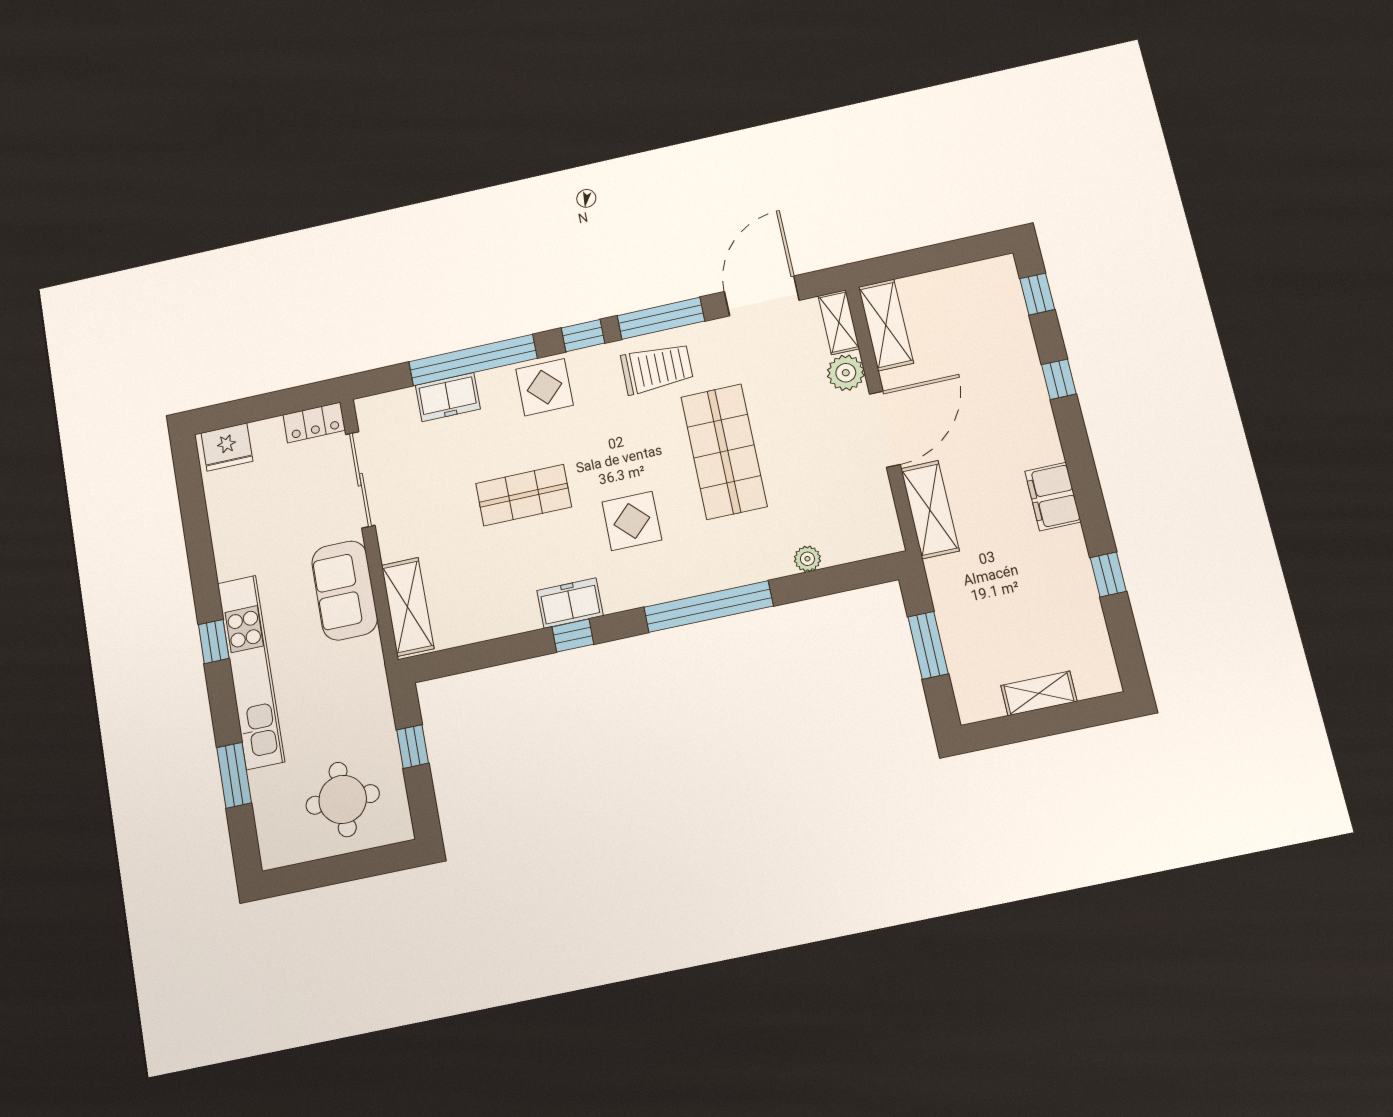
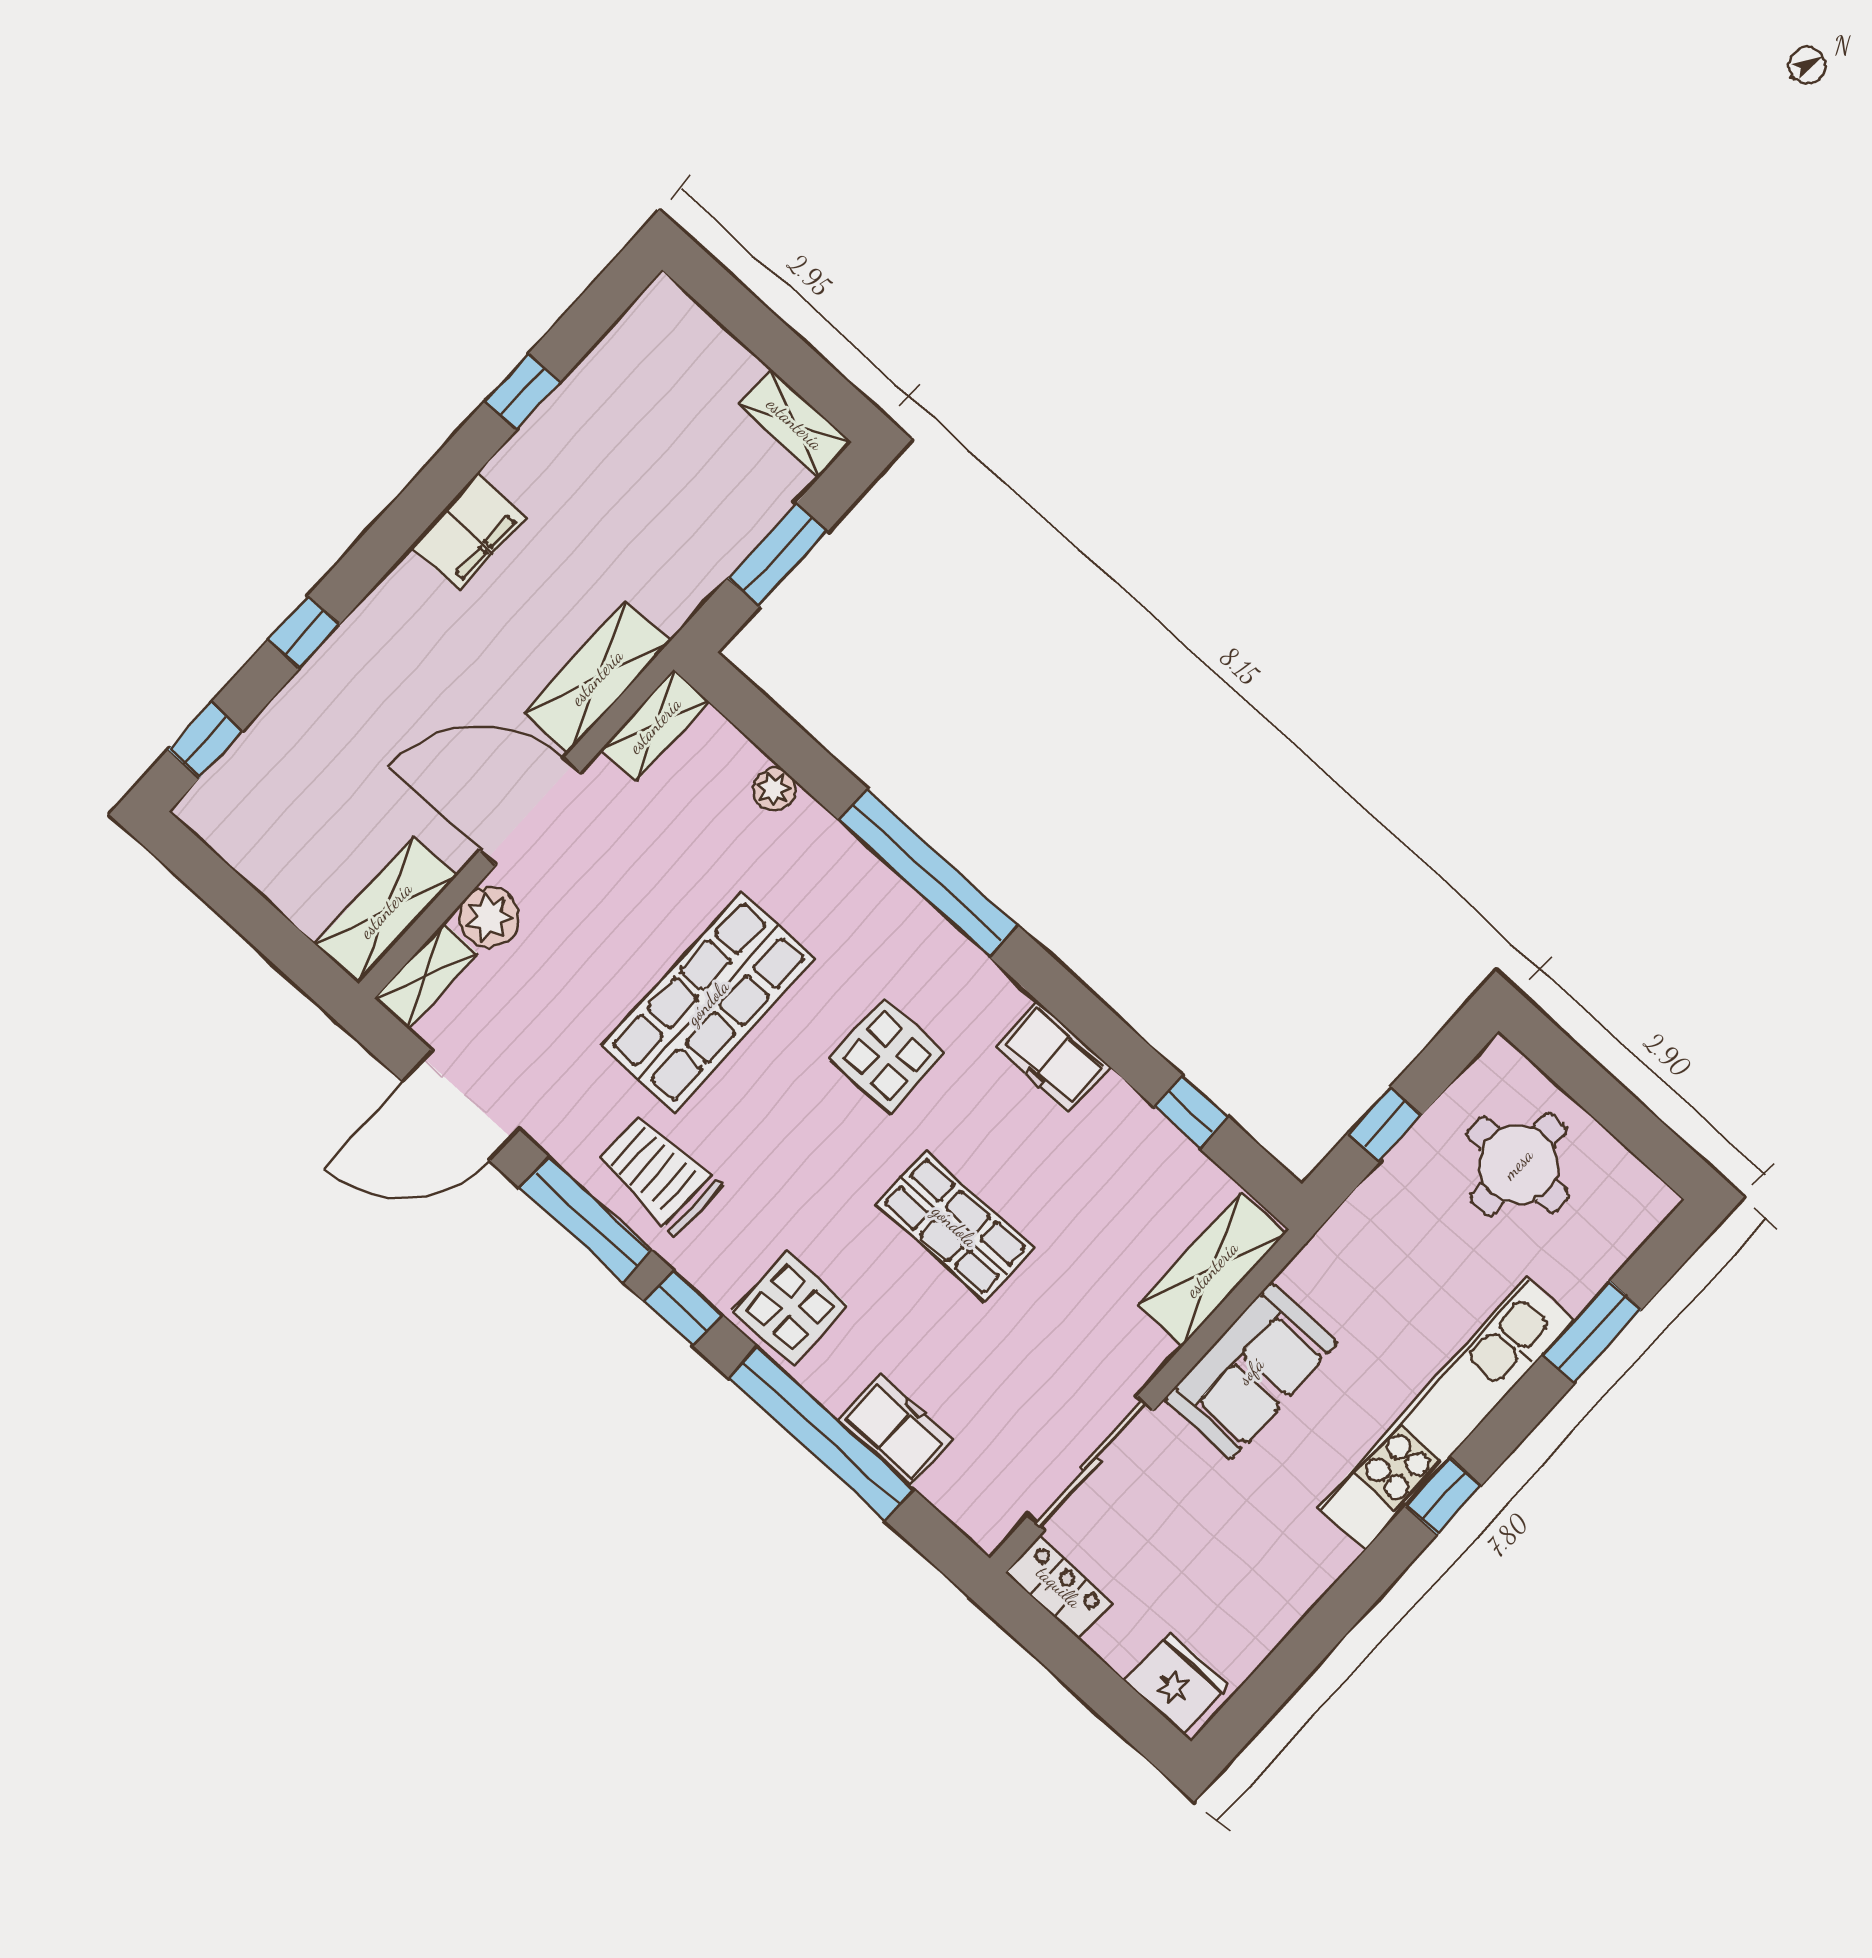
shelving: (884, 522) -> (655, 725), added
window: (573, 636) -> (1191, 1112), moved
shelving: (1039, 693) -> (795, 424), moved

